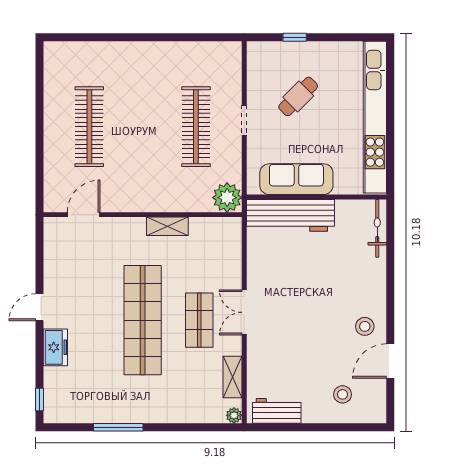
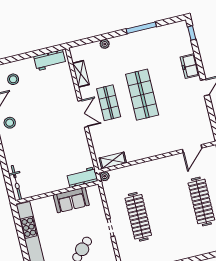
sofa: (296, 179) -> (71, 200), width x0.73
plant: (227, 198) -> (105, 176), width x0.53, depth x0.53
workbench: (291, 215) -> (82, 177), width x0.53, depth x0.76
shelving: (167, 226) -> (113, 160), moved
shop shelf: (143, 320) -> (142, 95), width x0.71
plant: (234, 415) -> (105, 44), moved

